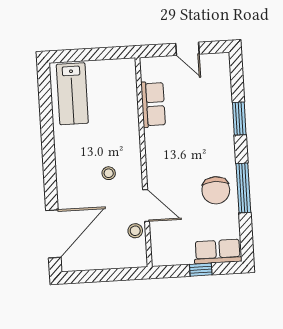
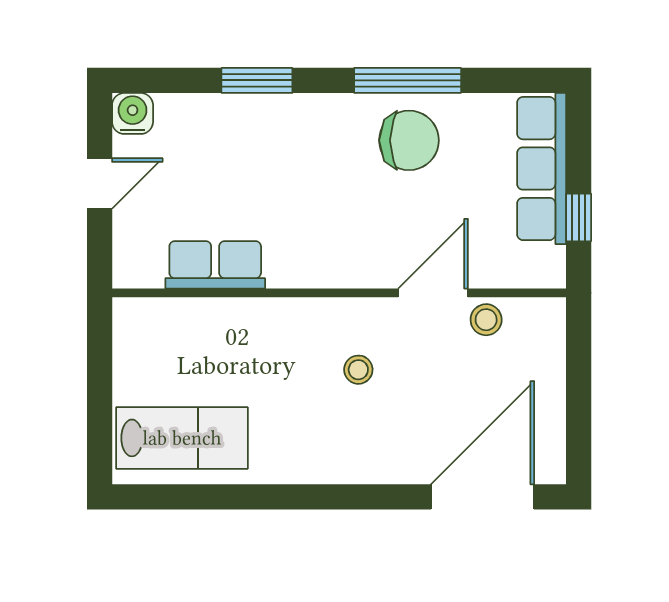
water cooler: (221, 62) -> (133, 113), added
door: (53, 234) -> (482, 497), hinge flipped
row of seats: (218, 252) -> (542, 169), width x1.48
window: (201, 270) -> (579, 217), moved

